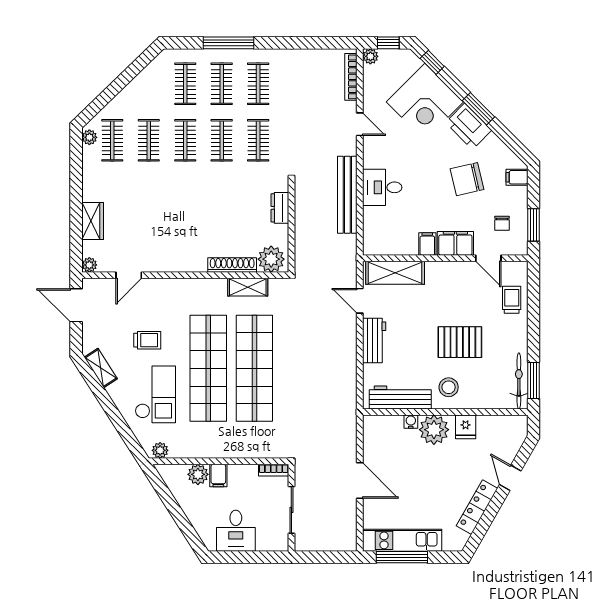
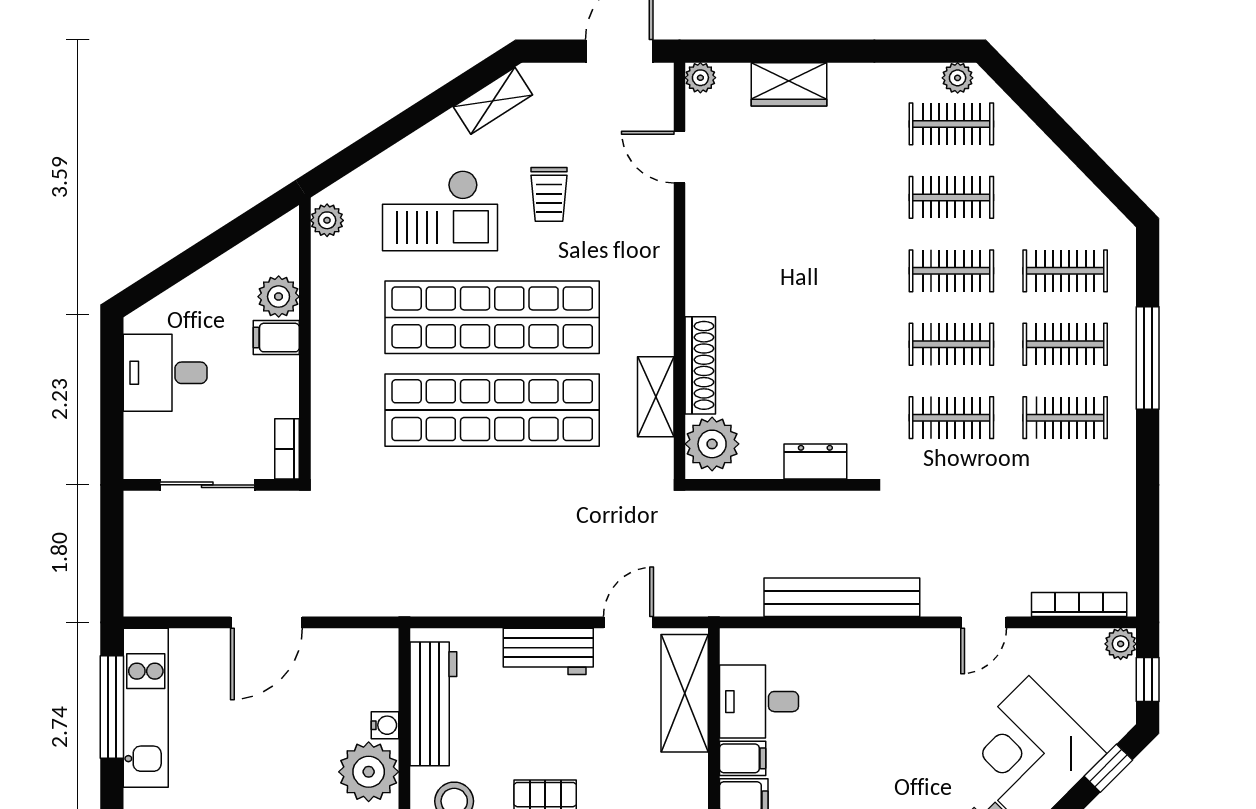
desk: (382, 187) -> (759, 702), moved, turned -90

